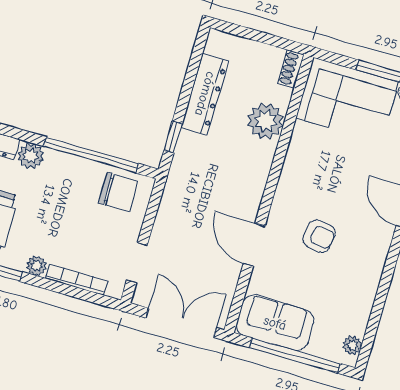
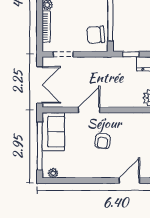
chair: (118, 192) -> (96, 35), turned 85

